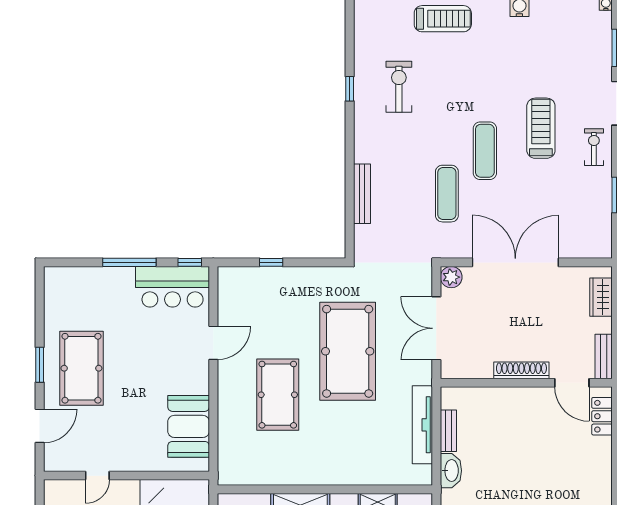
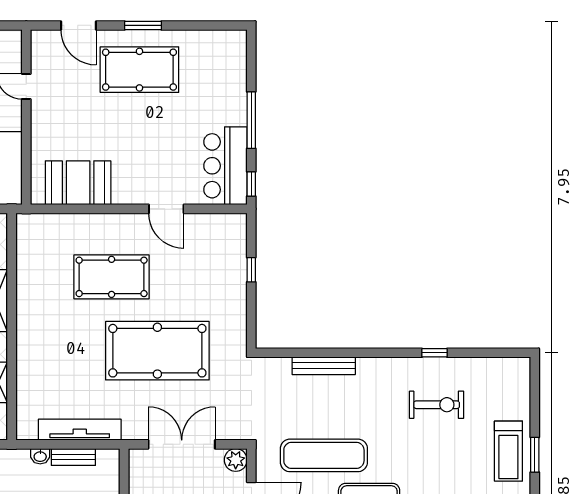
exercise mat: (447, 194) -> (324, 455), width x1.36, depth x1.45
washbasin: (451, 471) -> (40, 456), width x0.52, depth x0.69

